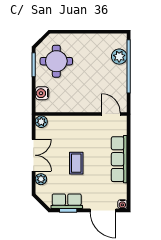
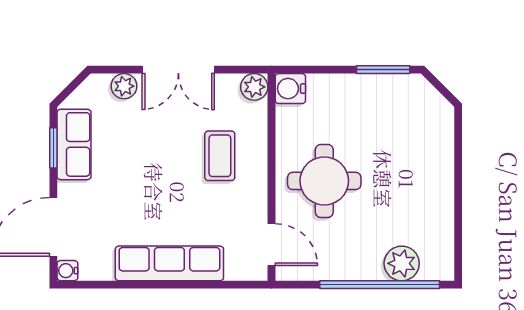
round table: (56, 61) -> (324, 181), moved
water cooler: (42, 93) -> (290, 89), moved, turned -90
door: (111, 114) -> (272, 245), hinge flipped
coffee table: (76, 163) -> (220, 156), moved, turned 90

